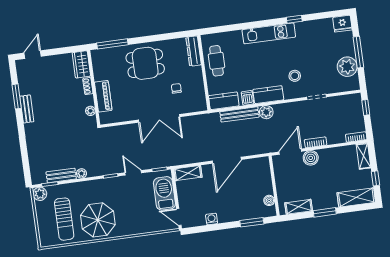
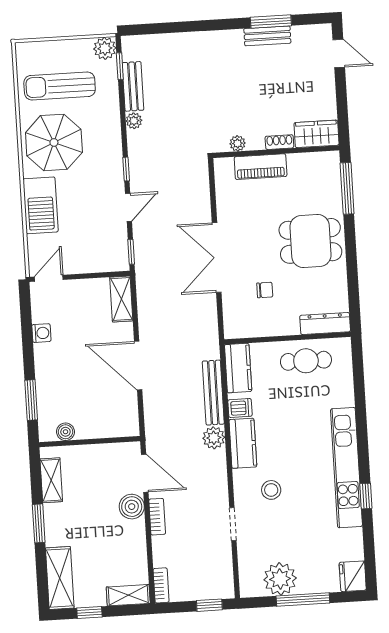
kitchen unit: (269, 33) -> (346, 468), width x1.36
dining table: (145, 63) -> (310, 241), turned 90
bench: (27, 109) -> (267, 36), moved
barbecue: (164, 193) -> (41, 205), moved, turned 90

